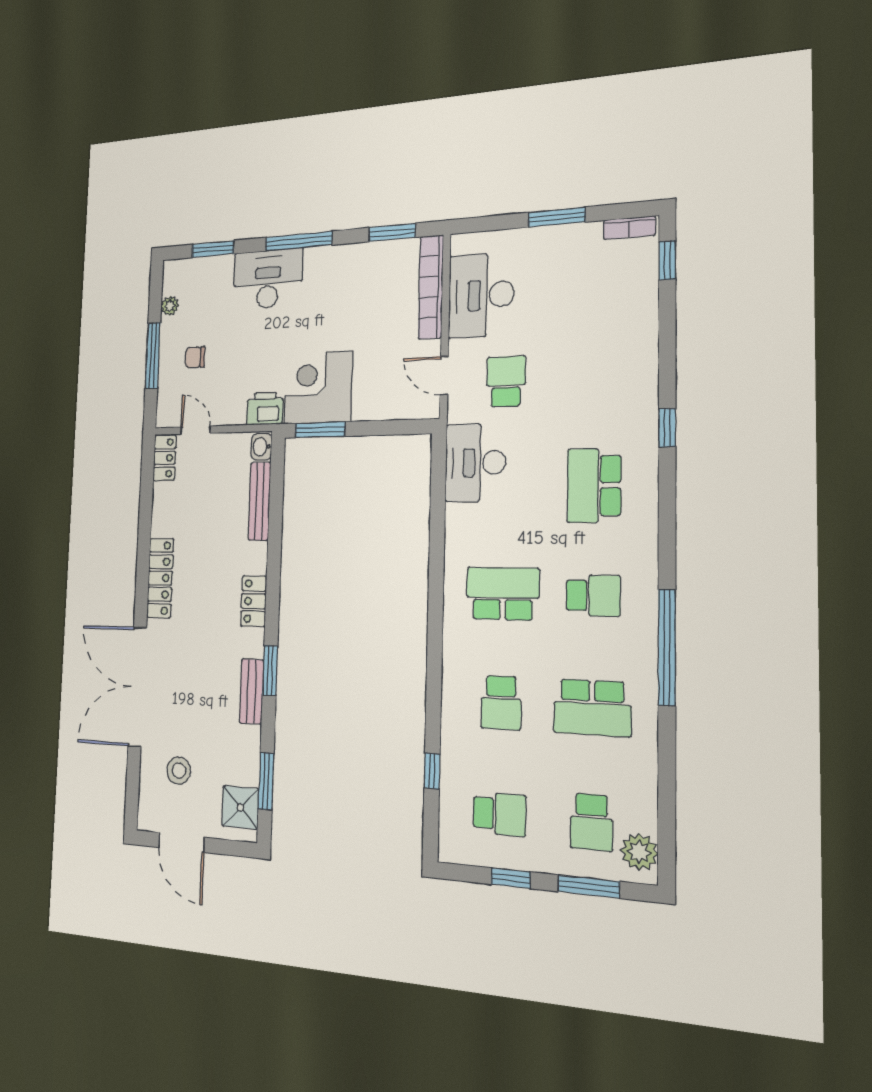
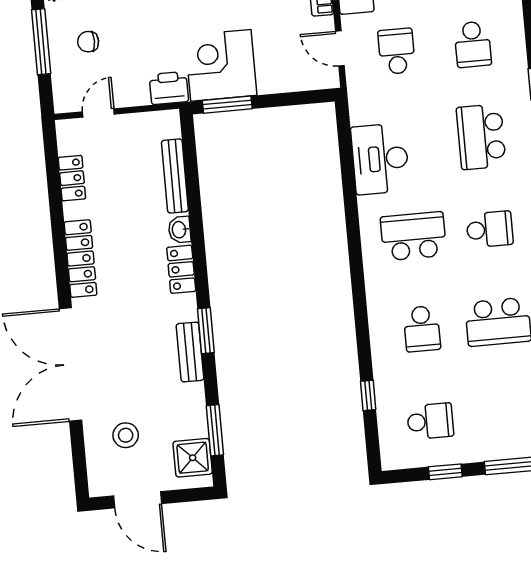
door: (195, 430) -> (98, 113), hinge flipped
washbasin: (261, 447) -> (180, 230), moved
locker: (165, 458) -> (72, 178), moved
desk: (475, 463) -> (380, 159), moved
school desk: (591, 822) -> (473, 44), moved

